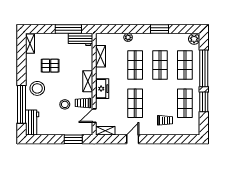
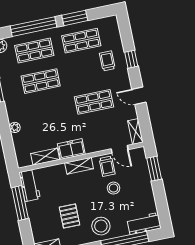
shop shelf: (135, 65) -> (47, 112), removed
freezer: (102, 89) -> (71, 149), moved
window: (162, 139) -> (131, 59), added

